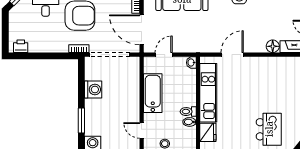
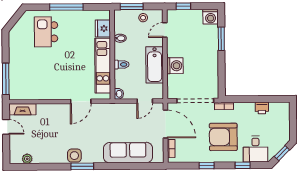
printer: (21, 46) -> (262, 108), moved
floor lamp: (273, 46) -> (43, 109), removed
washing machine: (93, 90) -> (175, 66), moved, turned 180
toilet: (188, 112) -> (122, 65), moved
door: (142, 130) -> (165, 30), swing flipped

